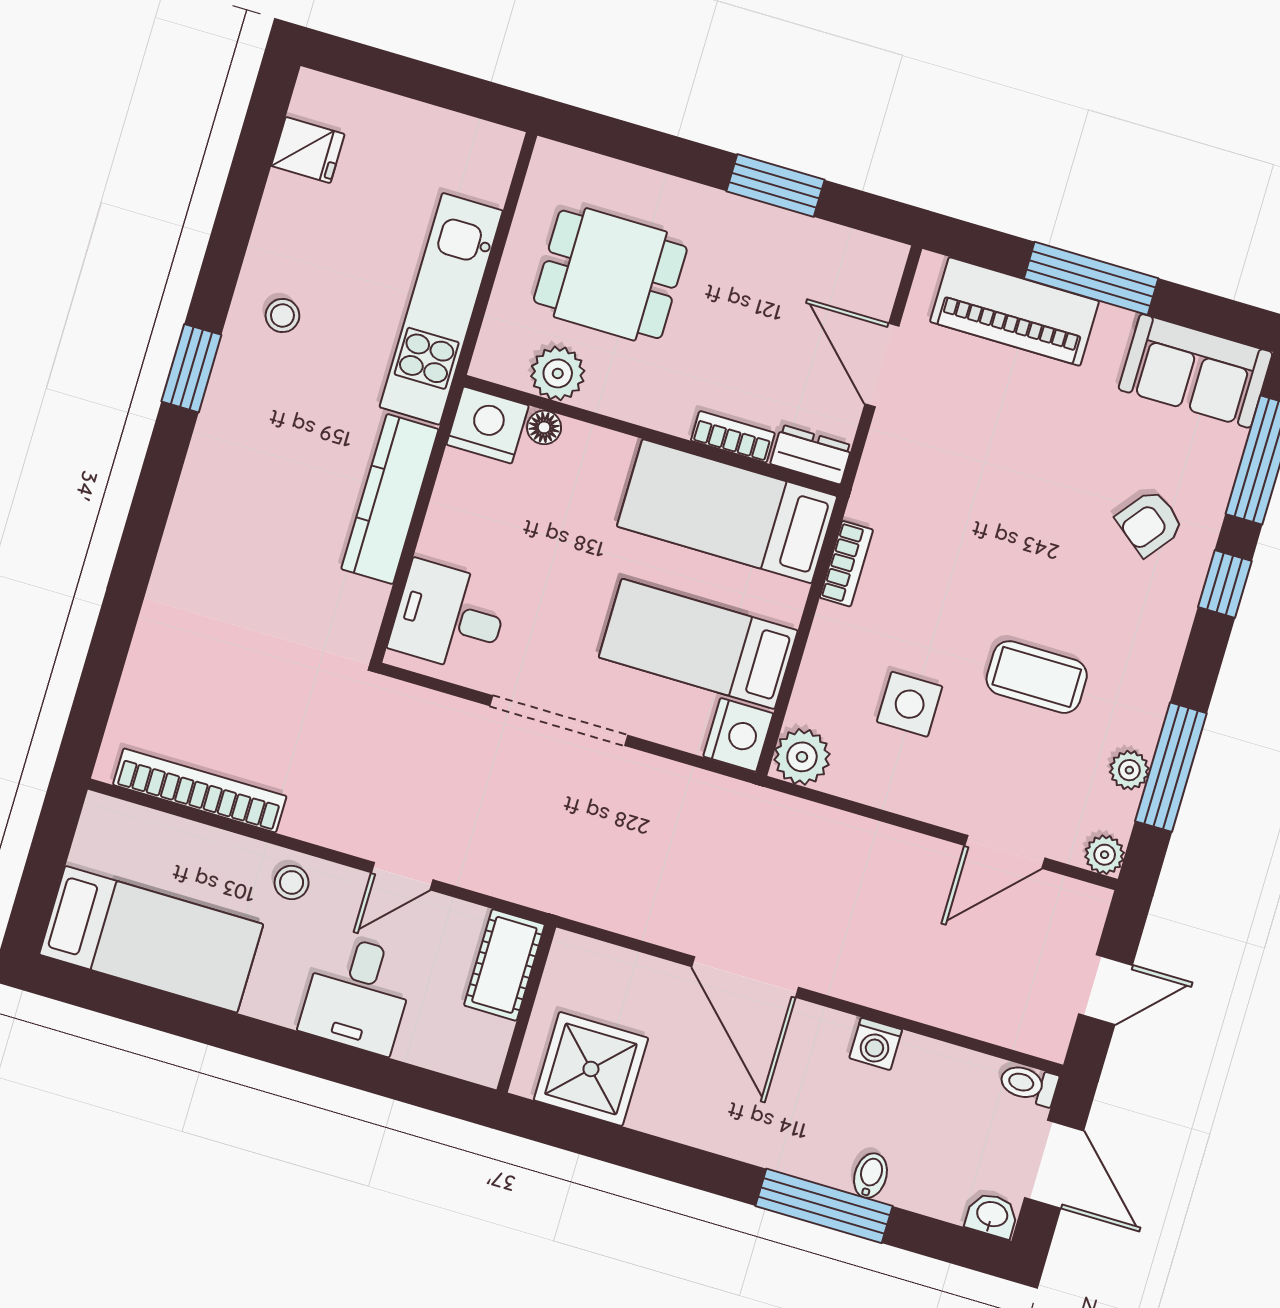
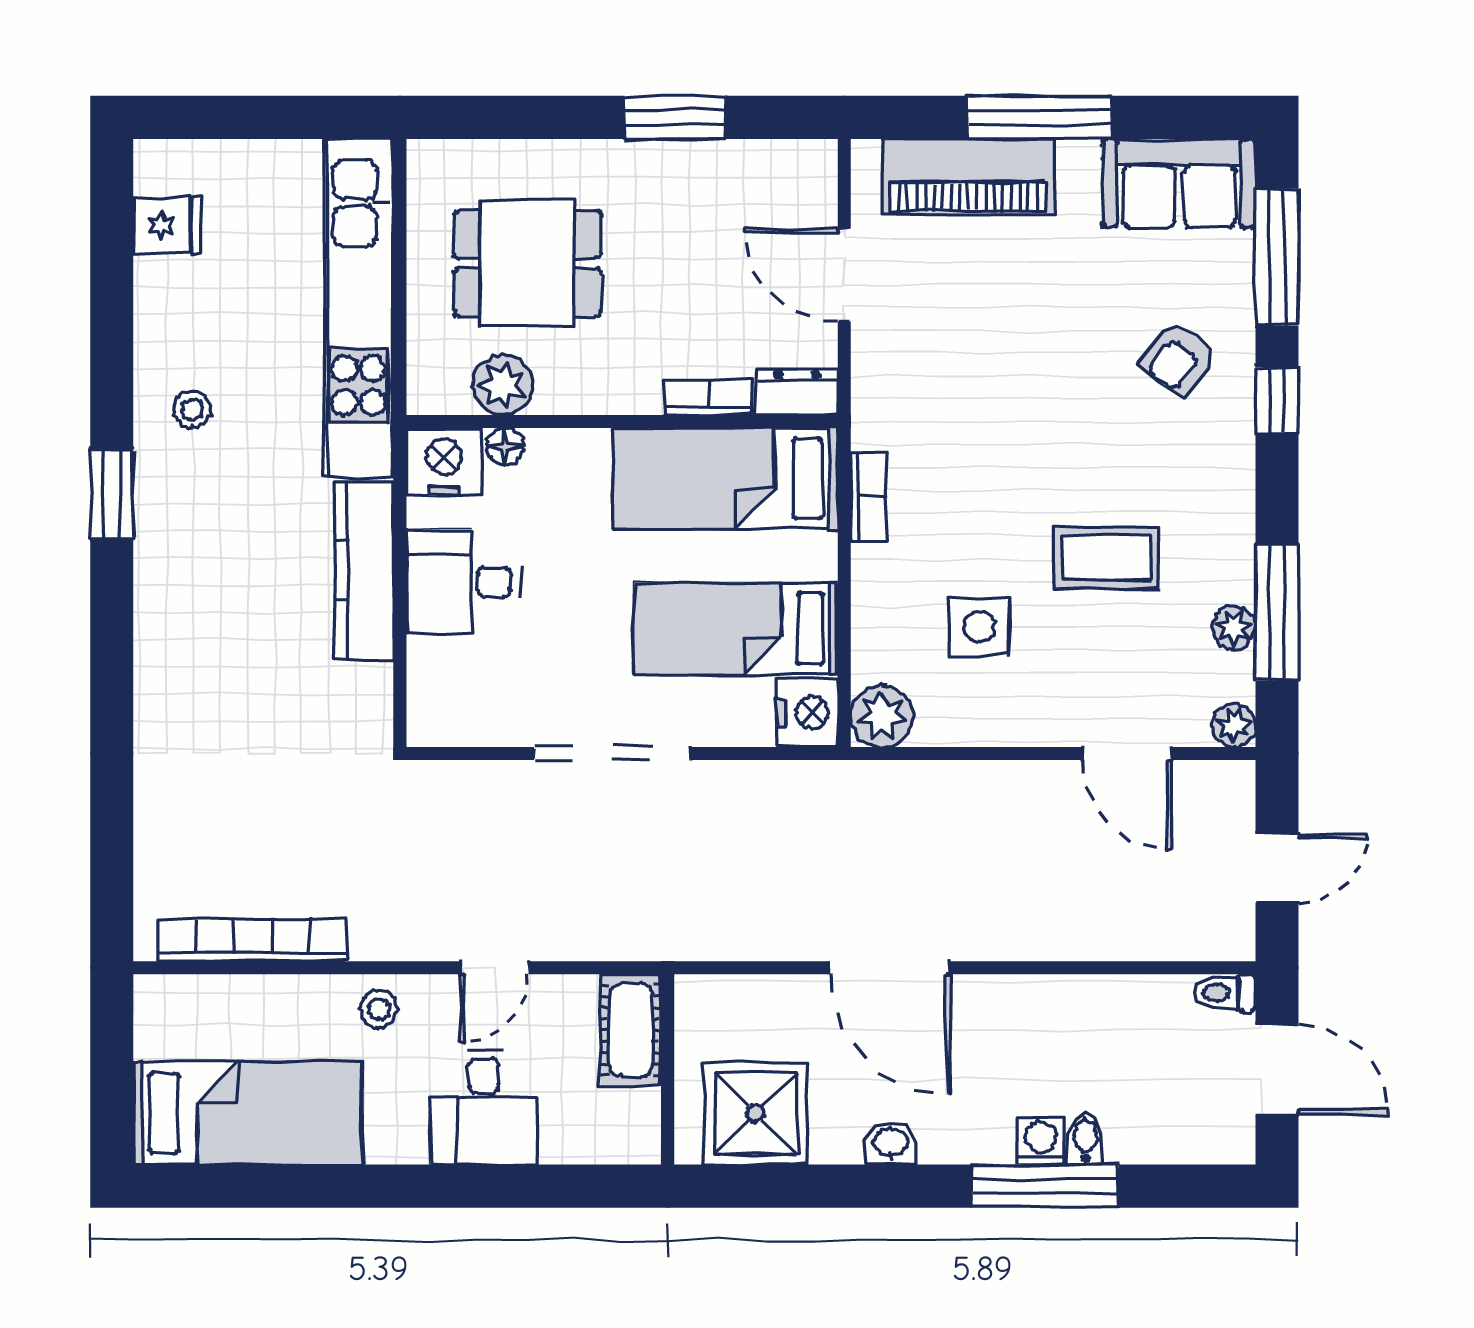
kitchen unit: (441, 309) -> (359, 308), width x1.36
desk: (449, 617) -> (463, 582), moved
door: (1005, 852) -> (1127, 753), hinge flipped
washing machine: (876, 1044) -> (1040, 1141), moved, turned 180
washbasin: (992, 1215) -> (891, 1143), moved

